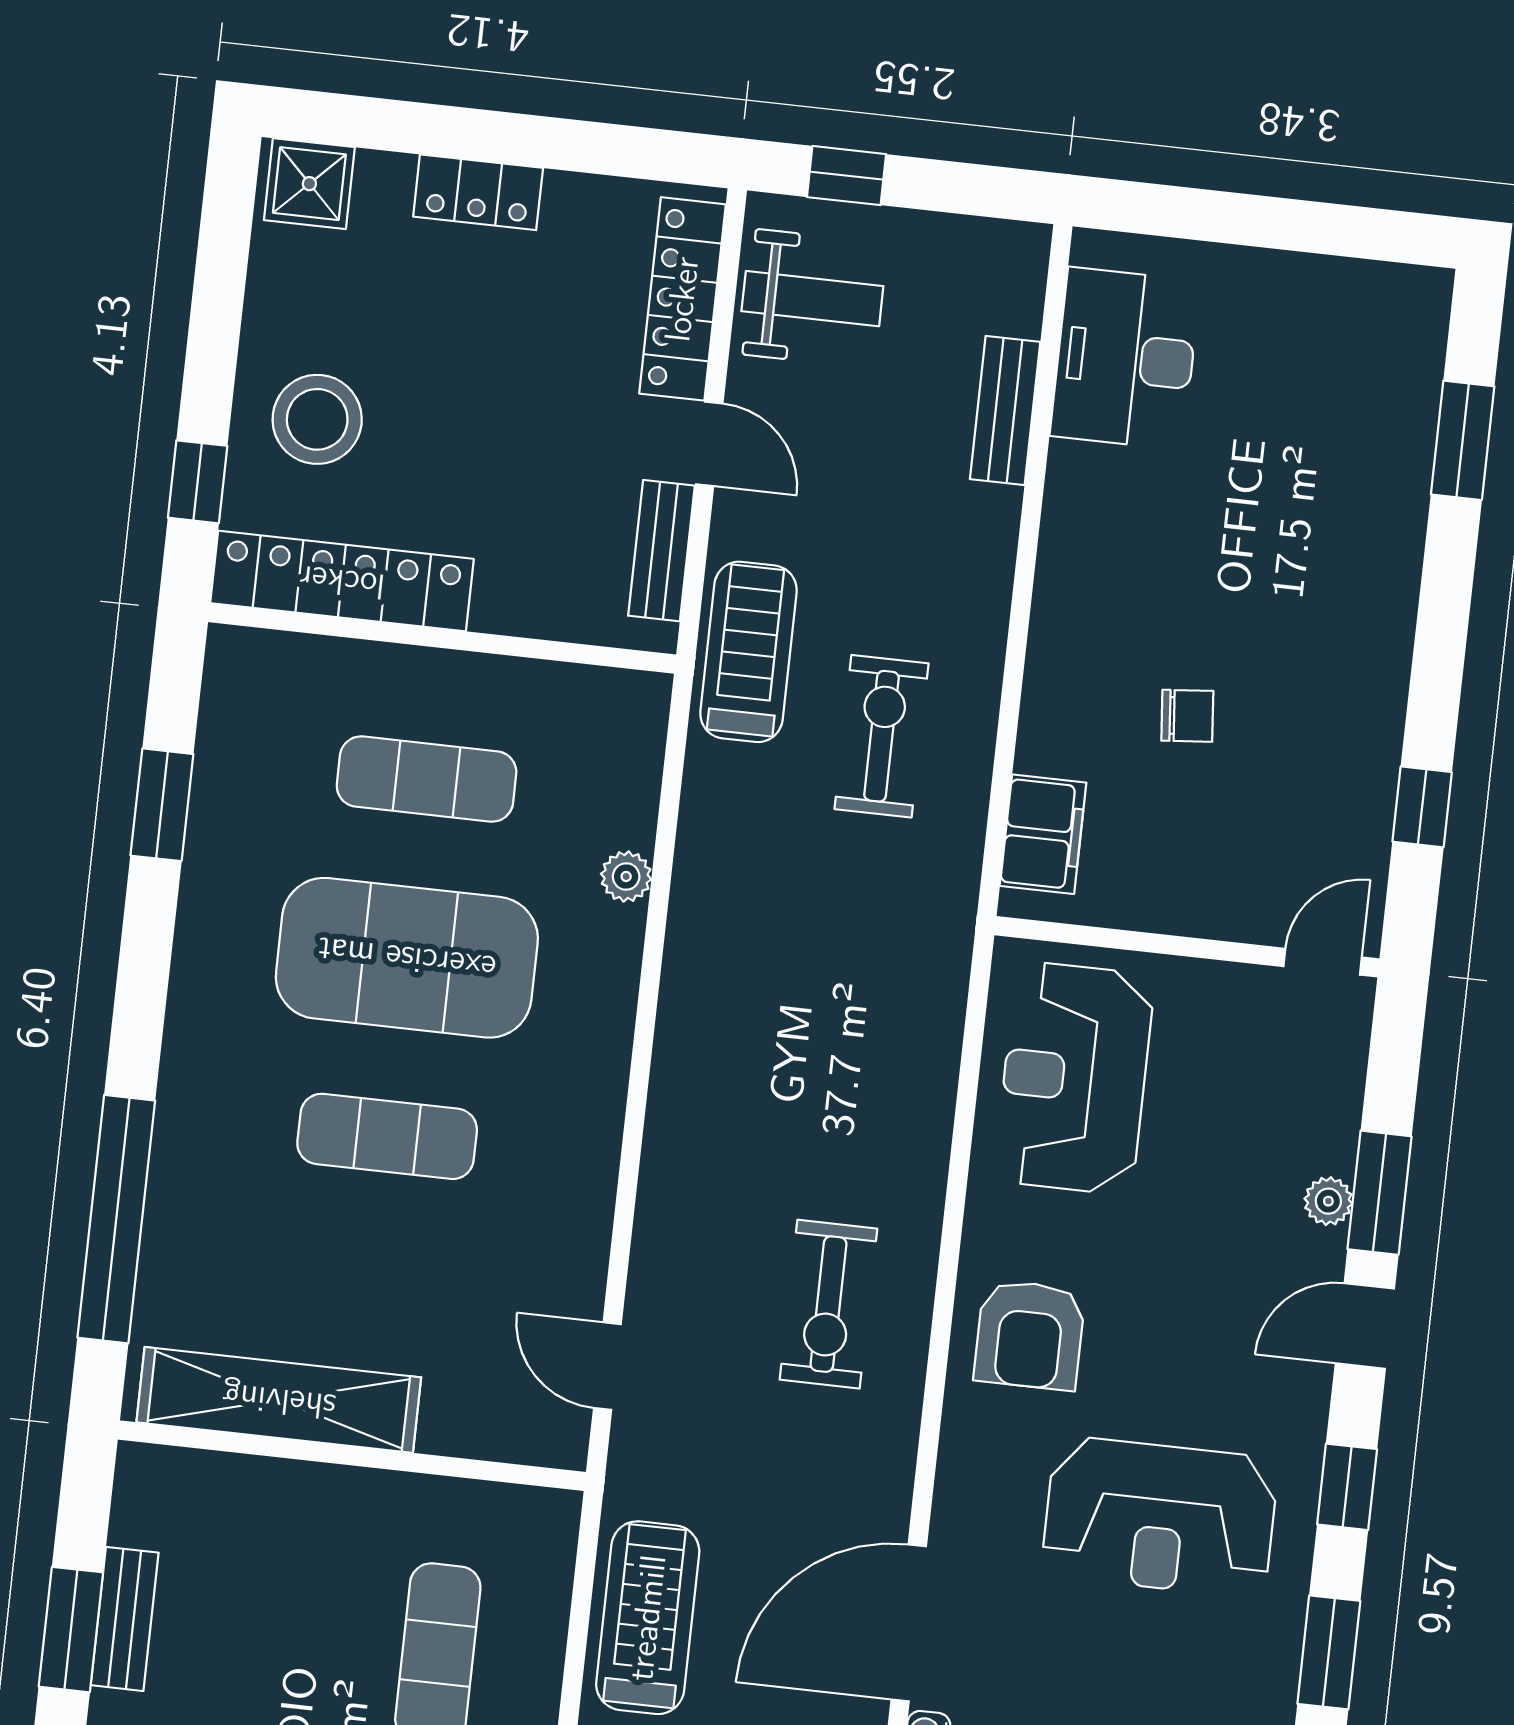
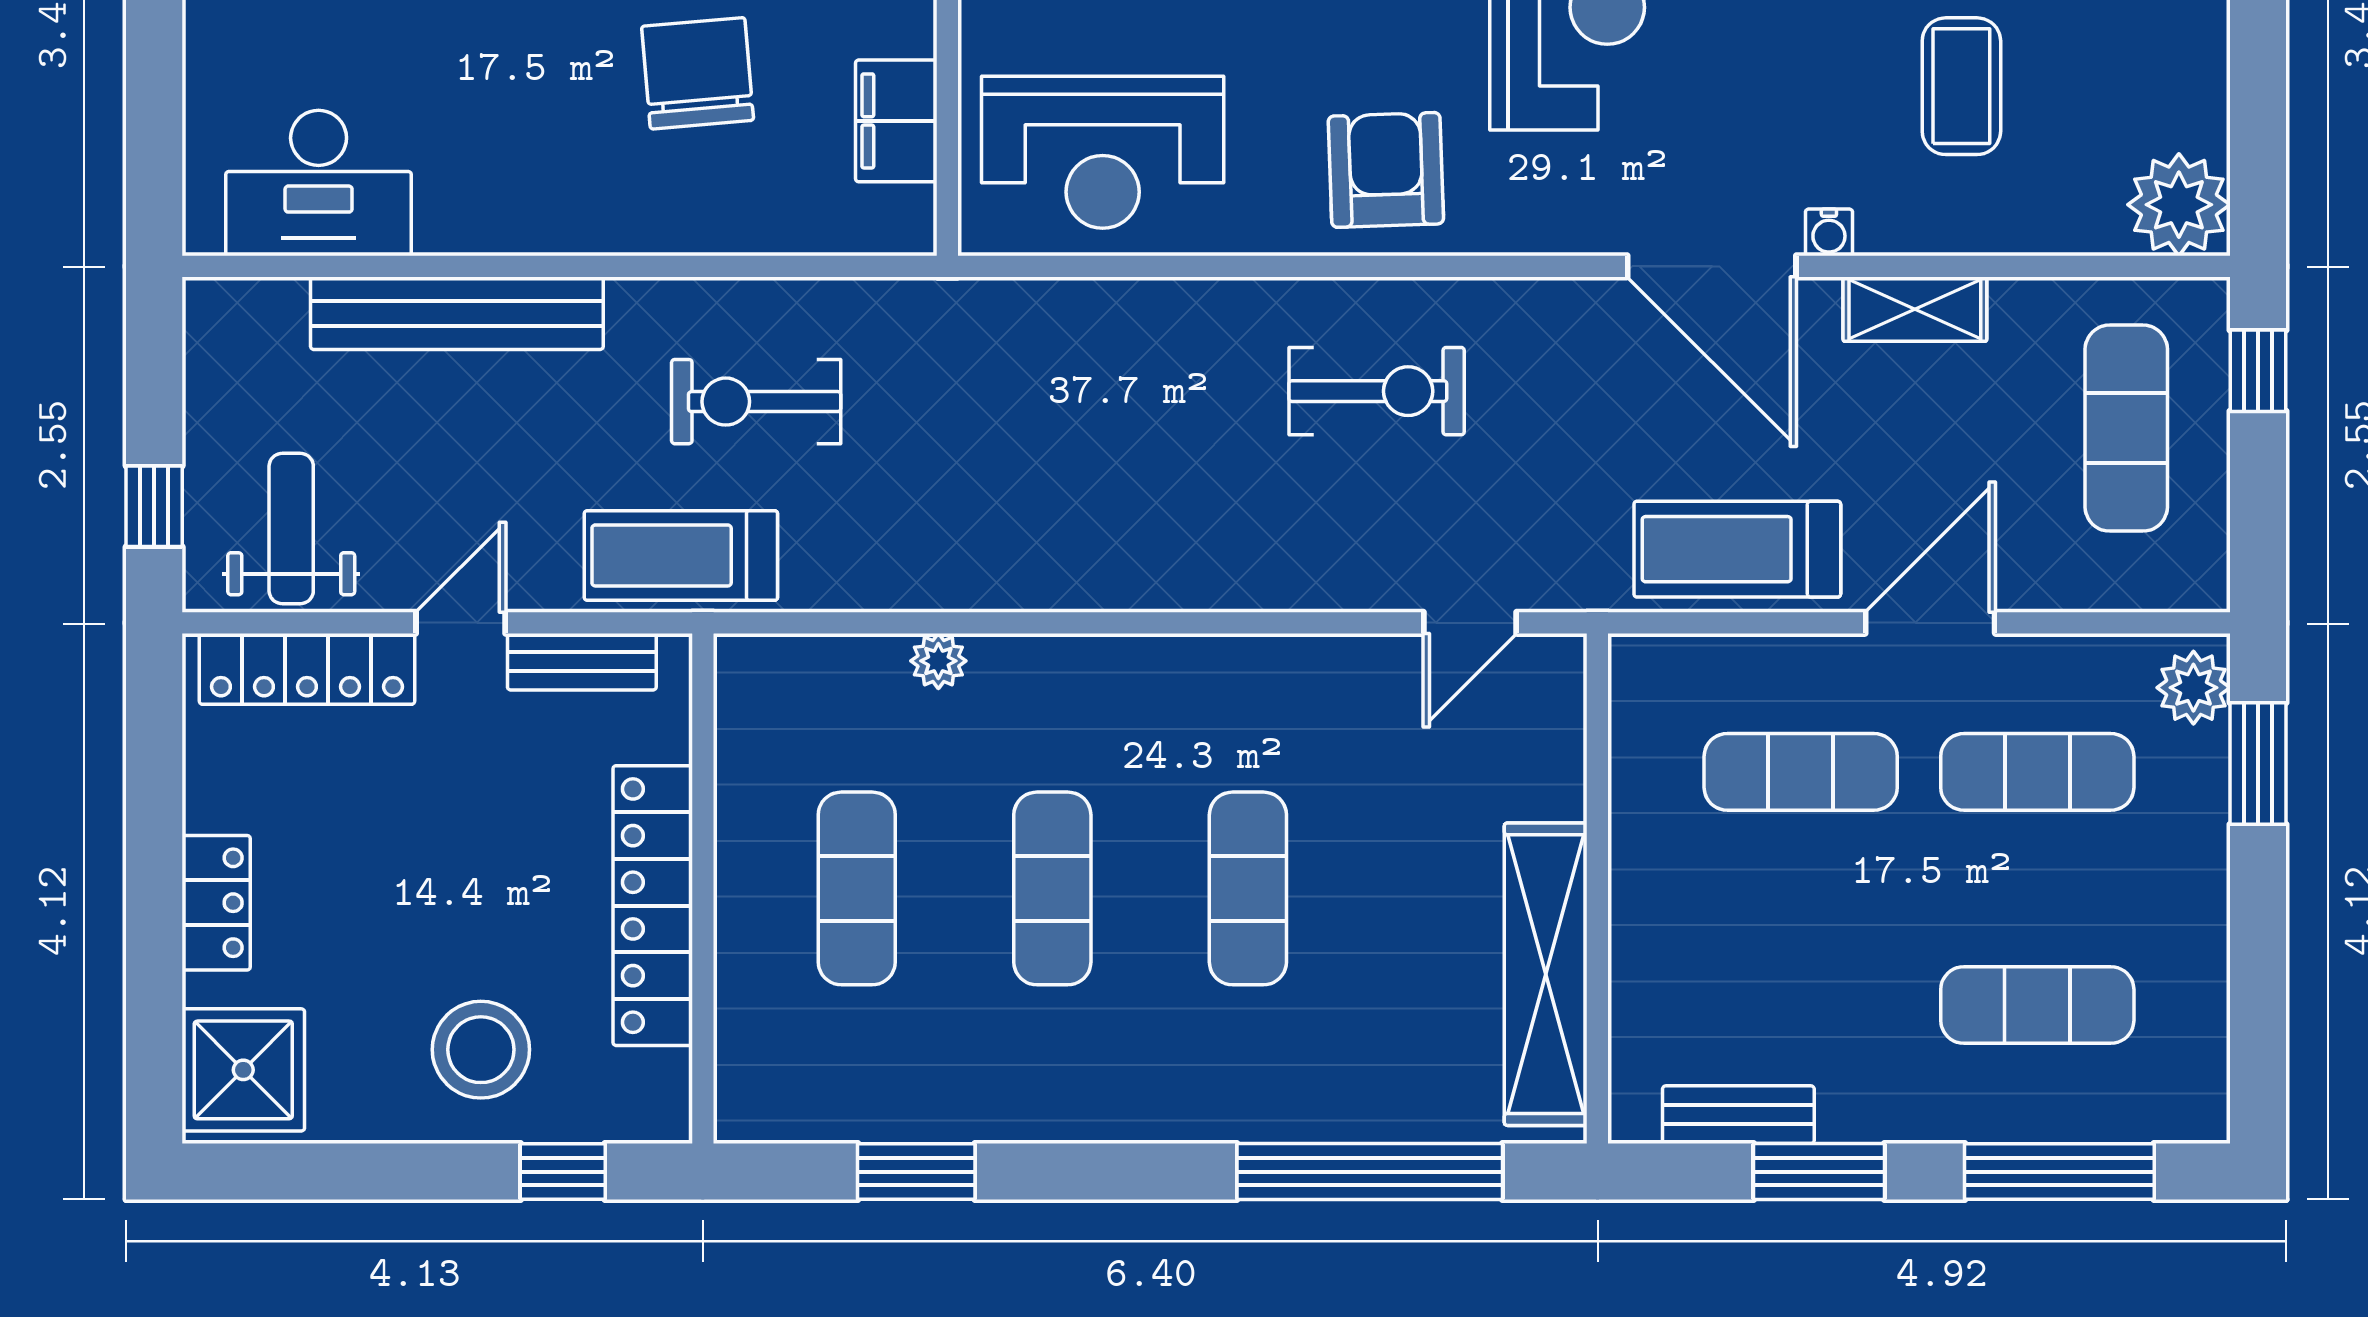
shower: (309, 184) -> (243, 1070), width x1.36, depth x1.36
bench: (1005, 410) -> (457, 313), width x1.86, depth x1.21
locker: (342, 581) -> (653, 906), moved
chair: (1187, 716) -> (698, 73), width x1.87, depth x1.87
filing cabinet: (1043, 834) -> (896, 121), moved, turned -90
exercise mat: (407, 958) -> (1052, 888), width x0.50, depth x0.69
armchair: (1030, 1335) -> (1386, 170), turned -92
bench: (125, 1619) -> (1738, 1115), moved

